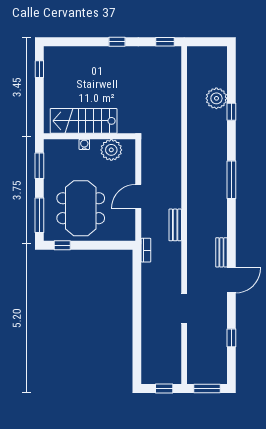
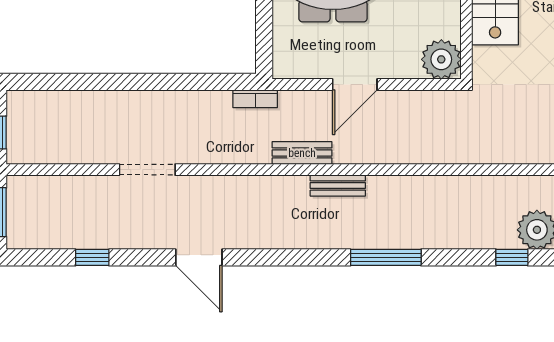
plant: (111, 150) -> (441, 59), moved
door: (138, 197) -> (355, 85), swing flipped
bench: (221, 252) -> (338, 186), moved

